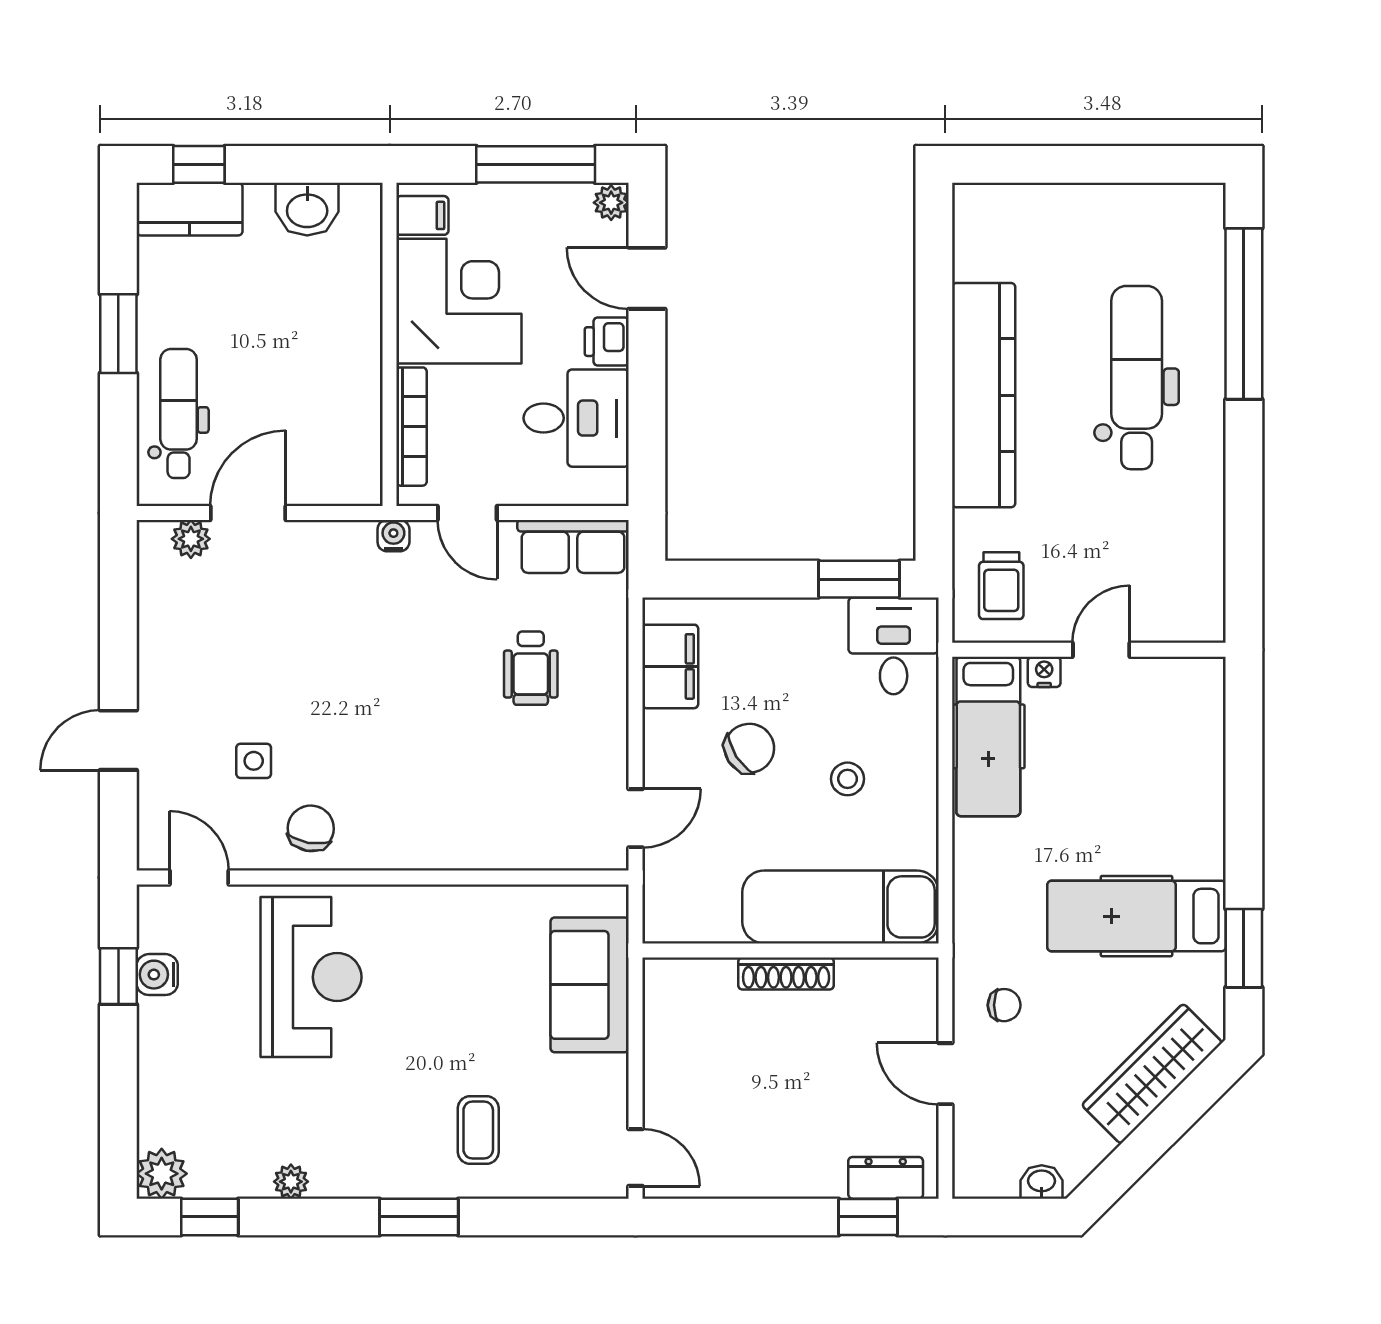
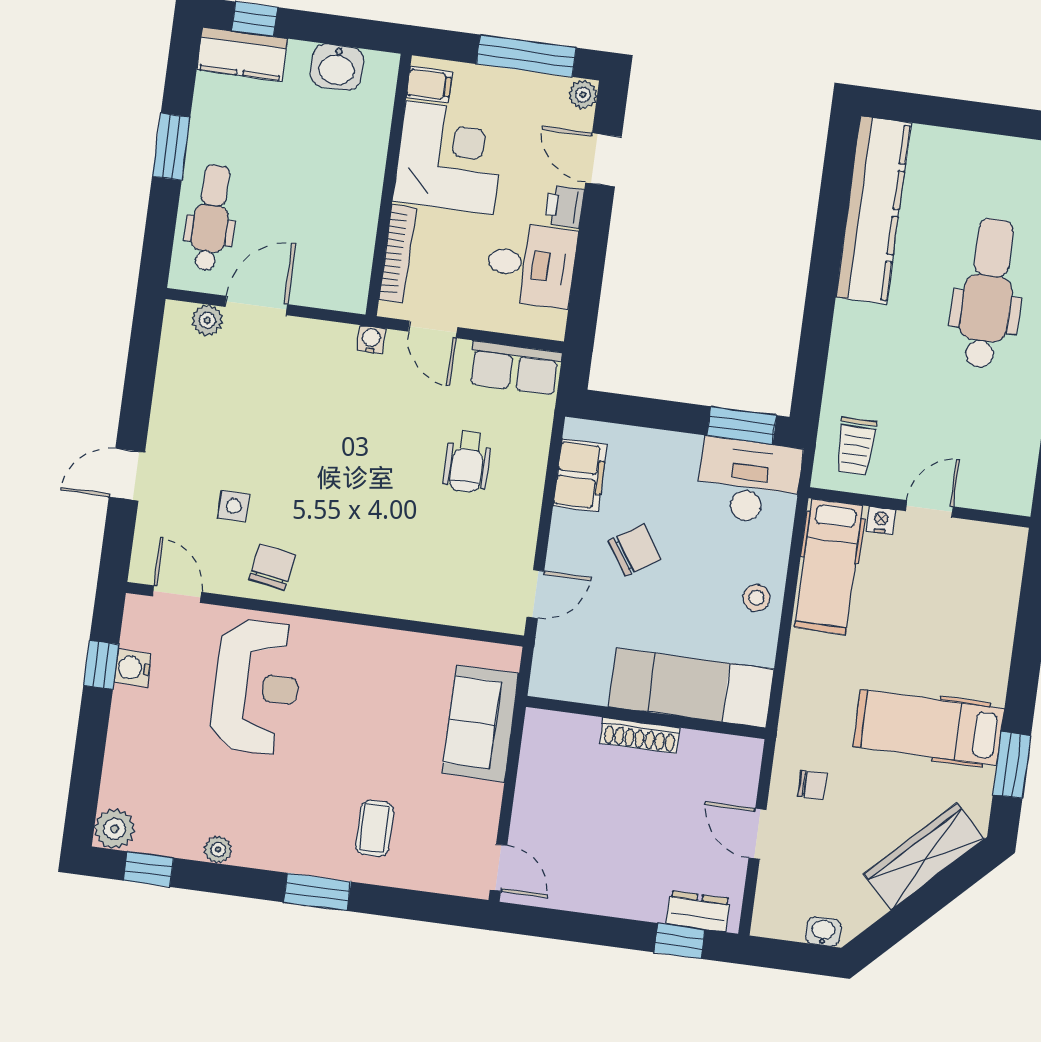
kitchen counter: (984, 395) -> (873, 210), moved
desk: (894, 646) -> (749, 481), width x1.37
stool: (848, 779) -> (756, 598), moved

